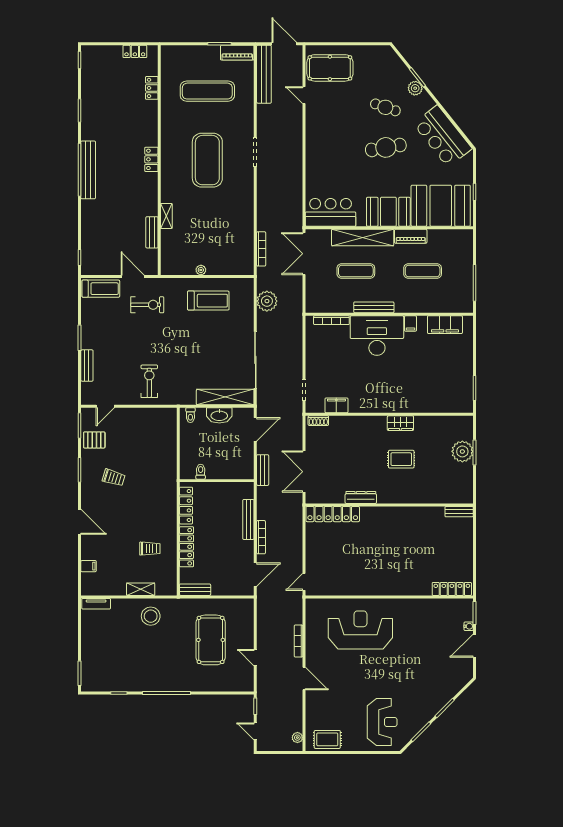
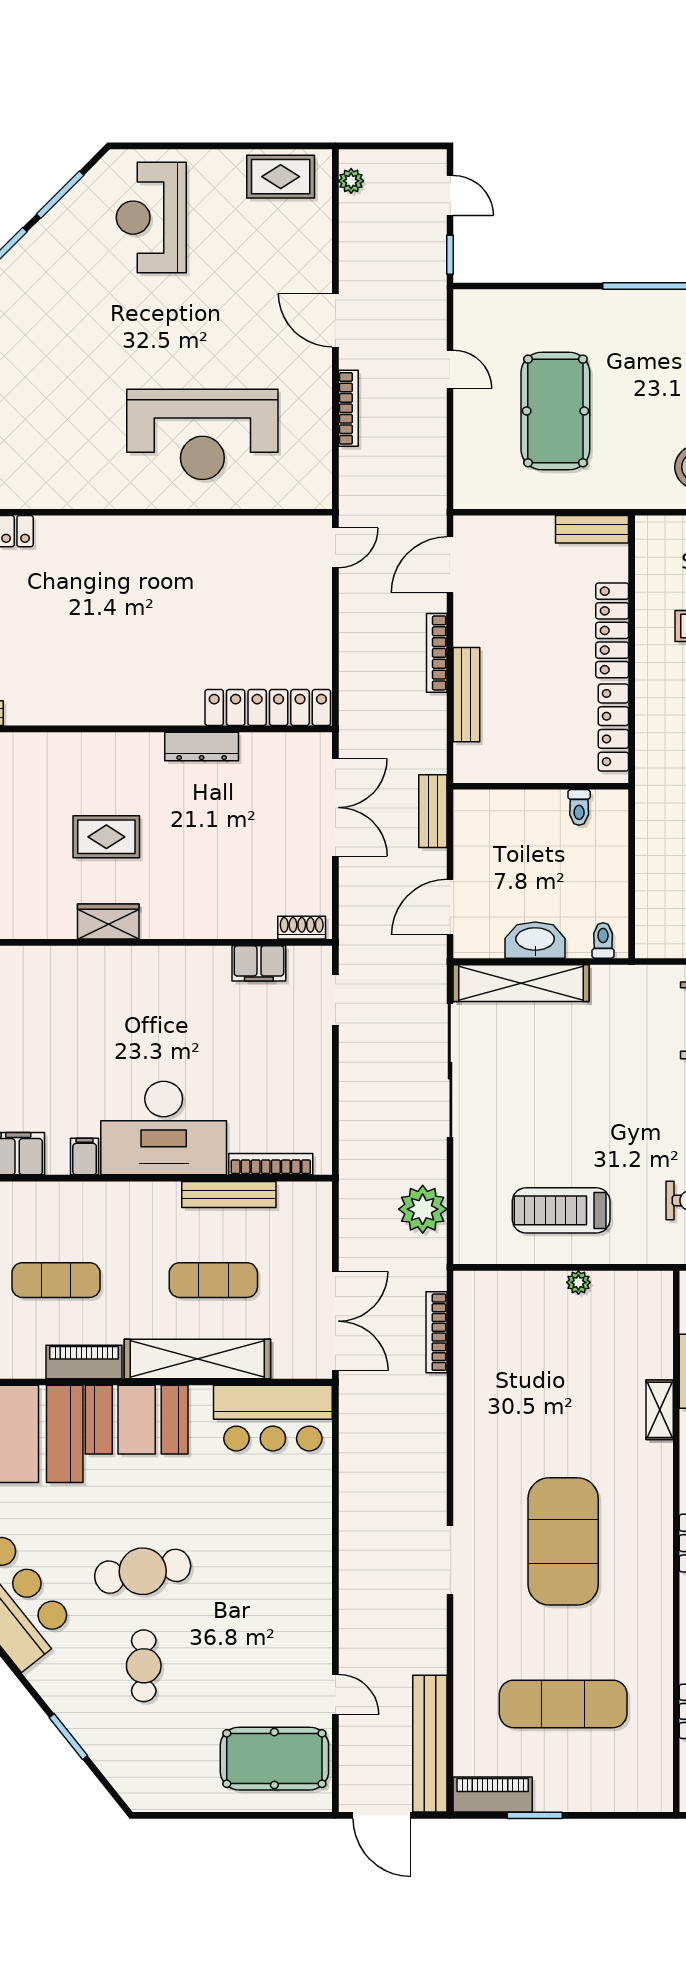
plant: (415, 88) -> (73, 1711), removed
cafe table: (385, 107) -> (144, 1666), turned 71
bench: (374, 307) -> (229, 1194), moved

